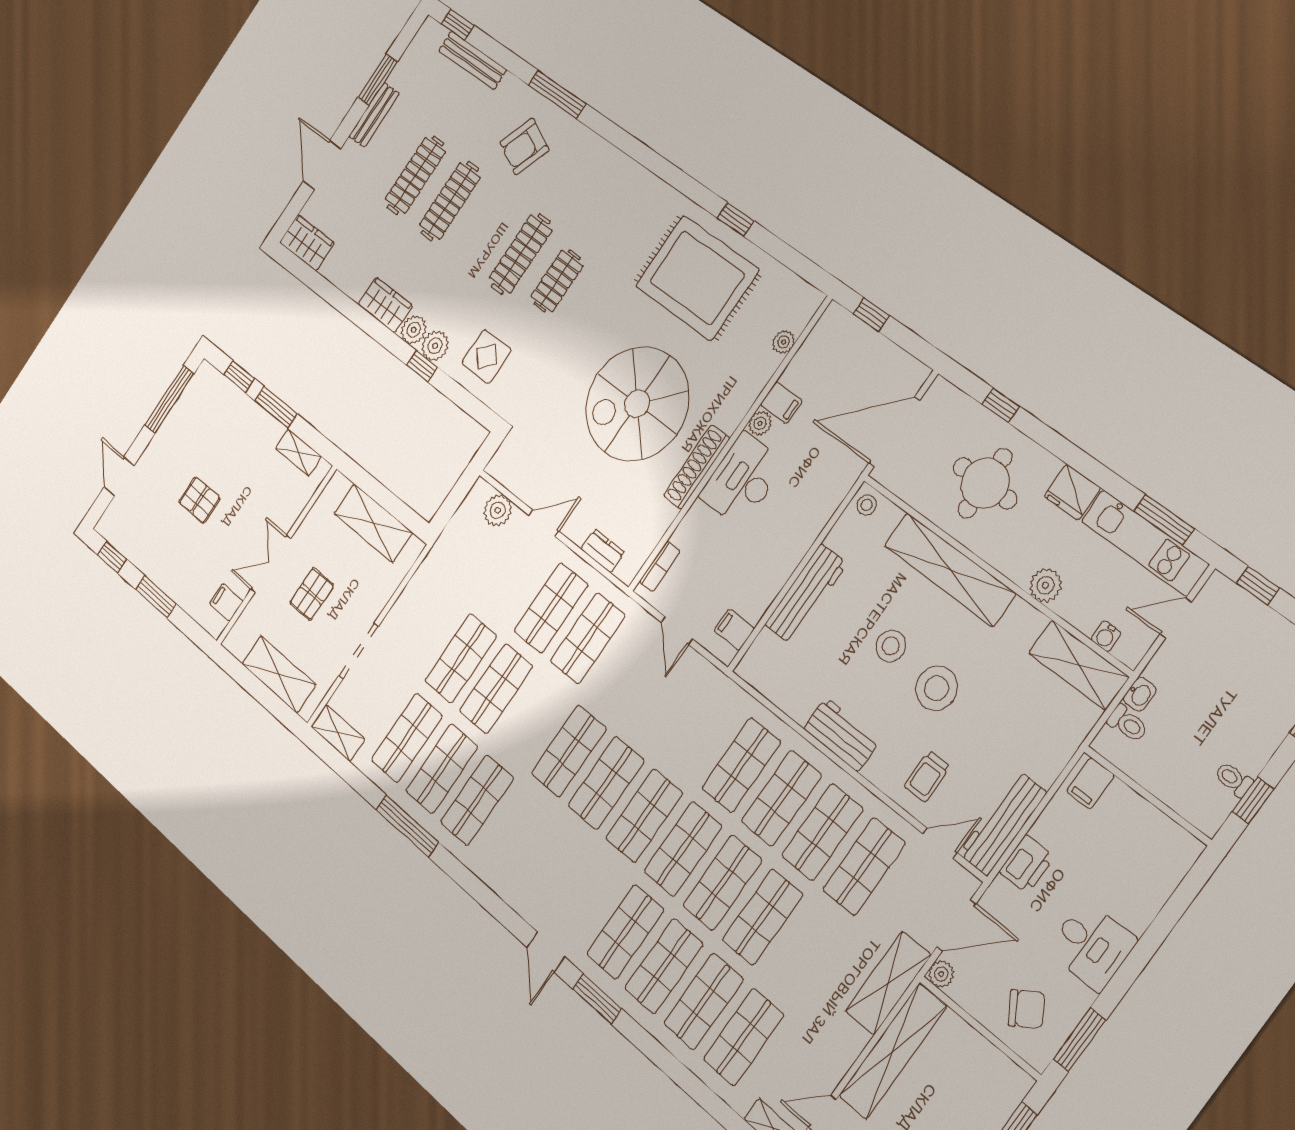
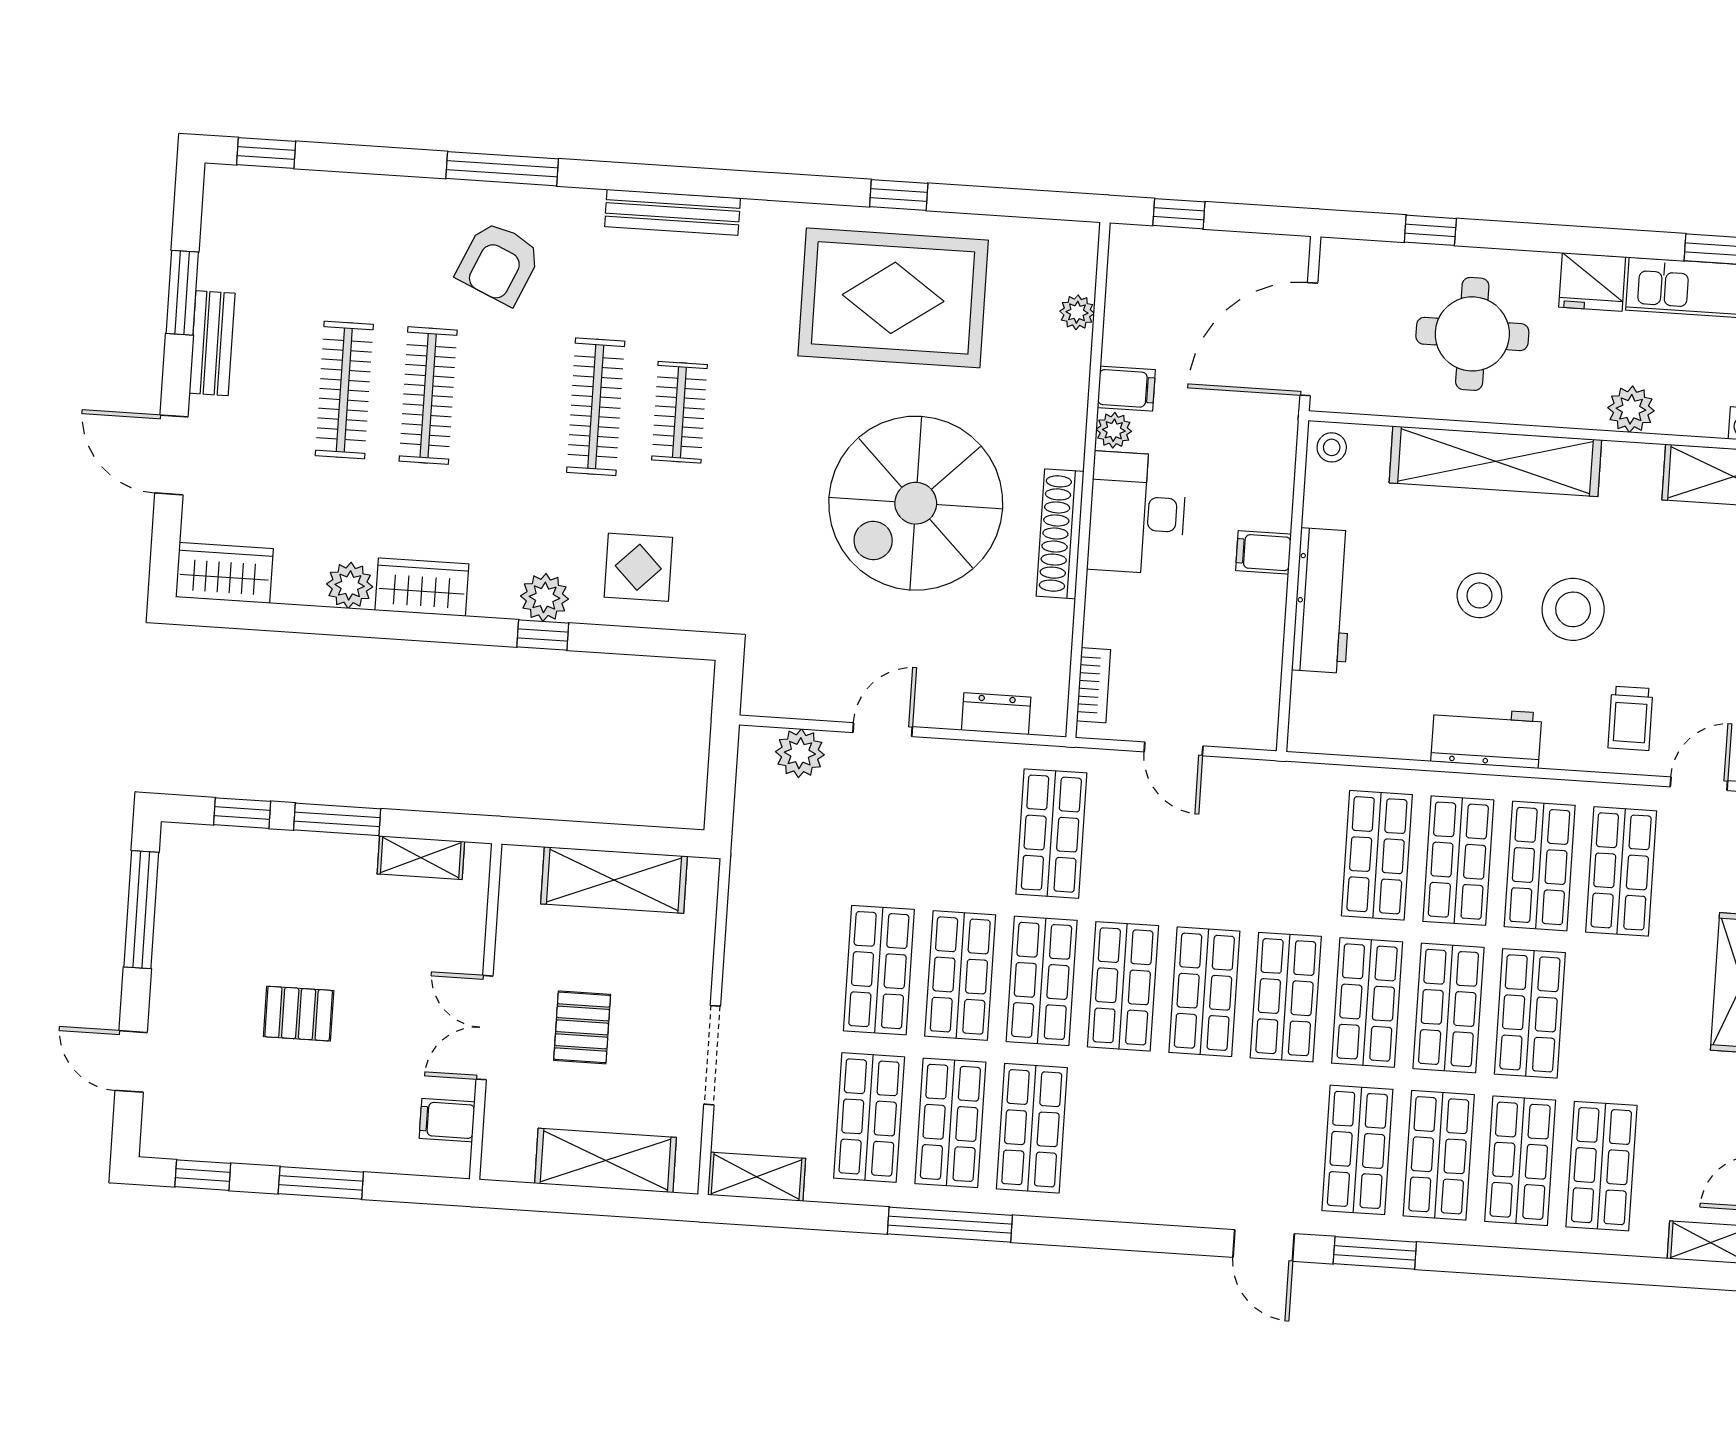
bench: (473, 60) -> (673, 212), moved
plant: (414, 330) -> (350, 585), moved
shop shelf: (551, 608) -> (1042, 981), moved
filing cabinet: (734, 630) -> (1263, 552), moved

